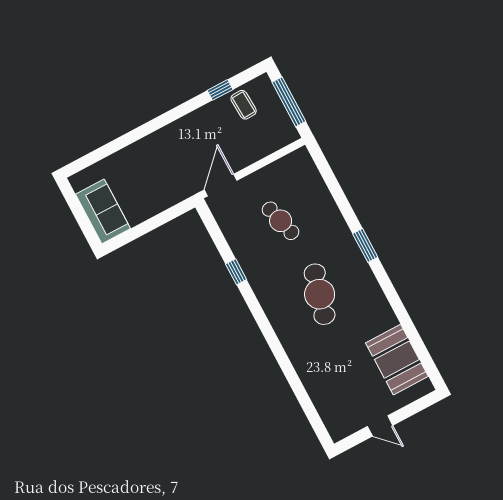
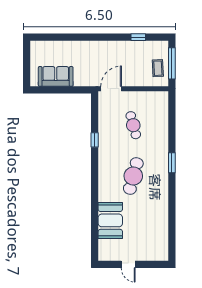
coffee table: (244, 105) -> (158, 68), moved
sofa: (103, 211) -> (56, 76), moved, turned -90
booth: (397, 360) -> (110, 220), moved

